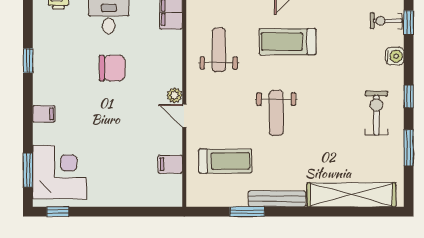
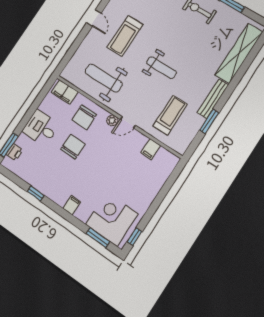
weight bench: (219, 50) -> (104, 78), width x1.36, depth x1.33
chair: (156, 58) -> (84, 117), added

